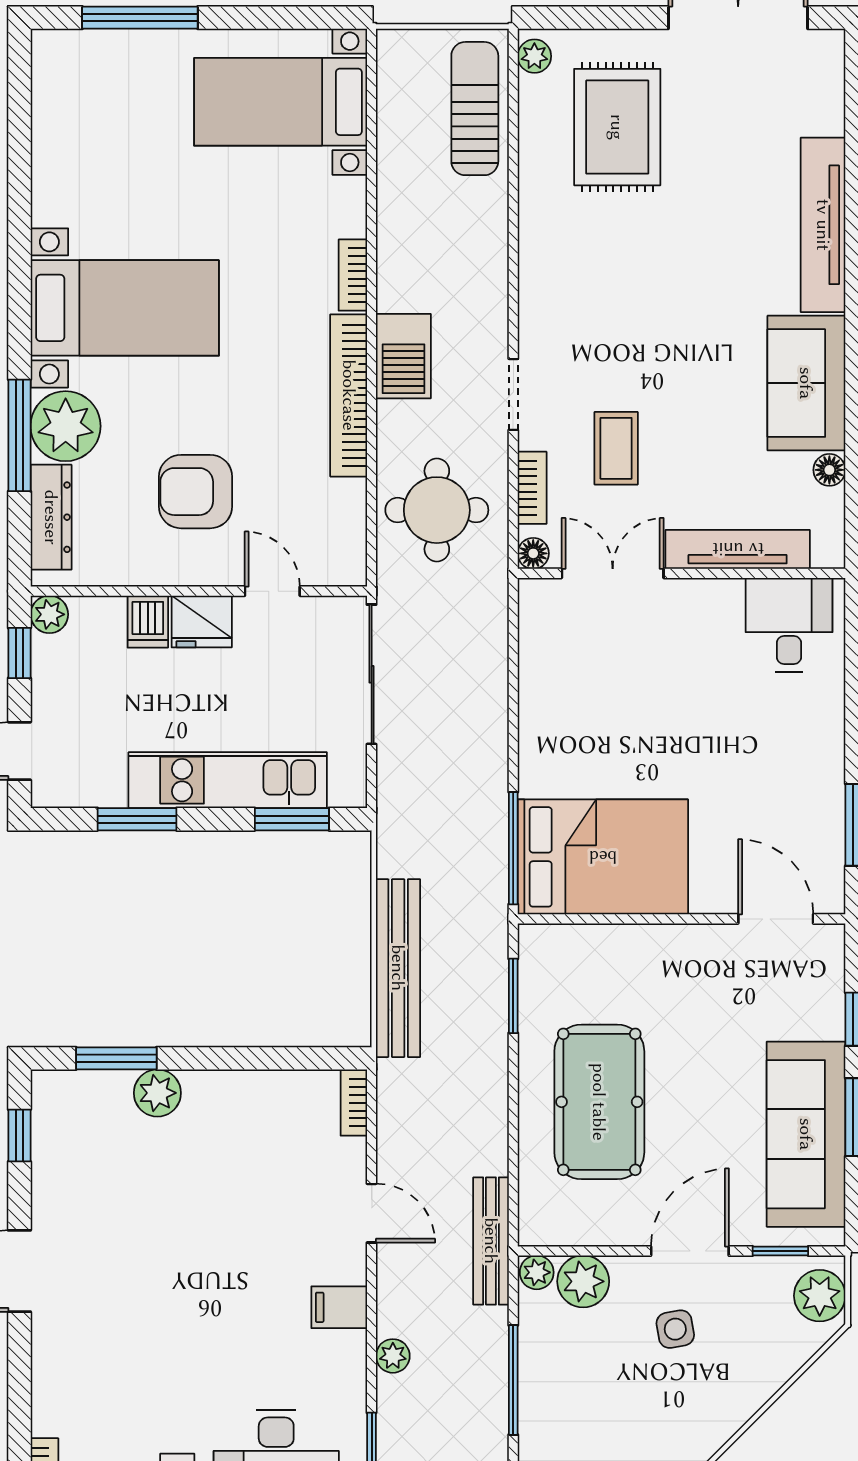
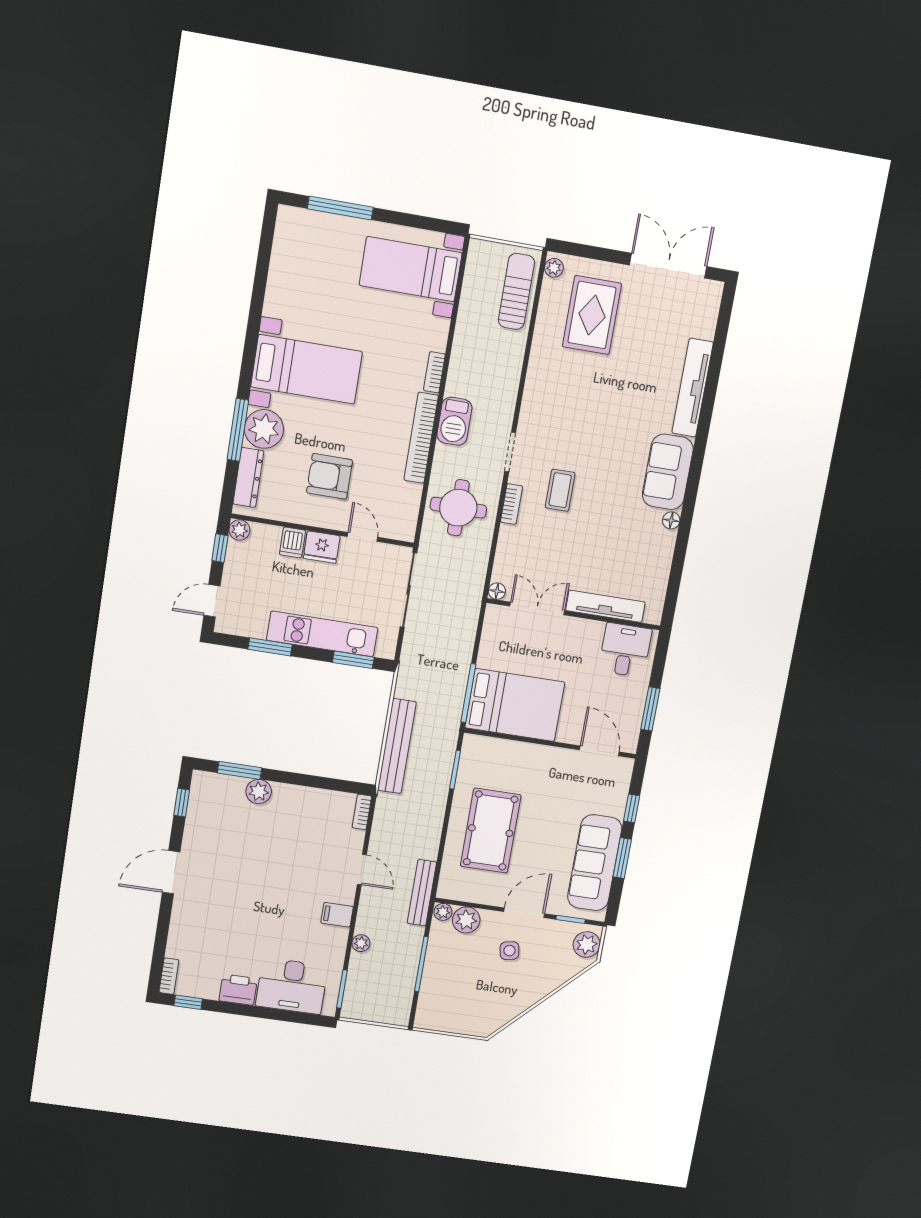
tv unit: (738, 549) -> (605, 606), moved
floor lamp: (533, 553) -> (497, 591), moved
double door: (613, 573) -> (537, 608), moved
wall: (682, 573) -> (574, 614), moved
desk: (789, 625) -> (625, 650), moved

